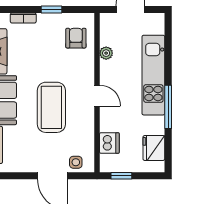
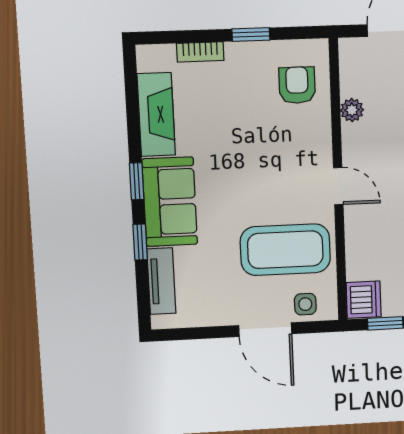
coffee table: (51, 107) -> (285, 250), moved, turned 90
dishwasher: (109, 143) -> (364, 300), moved

